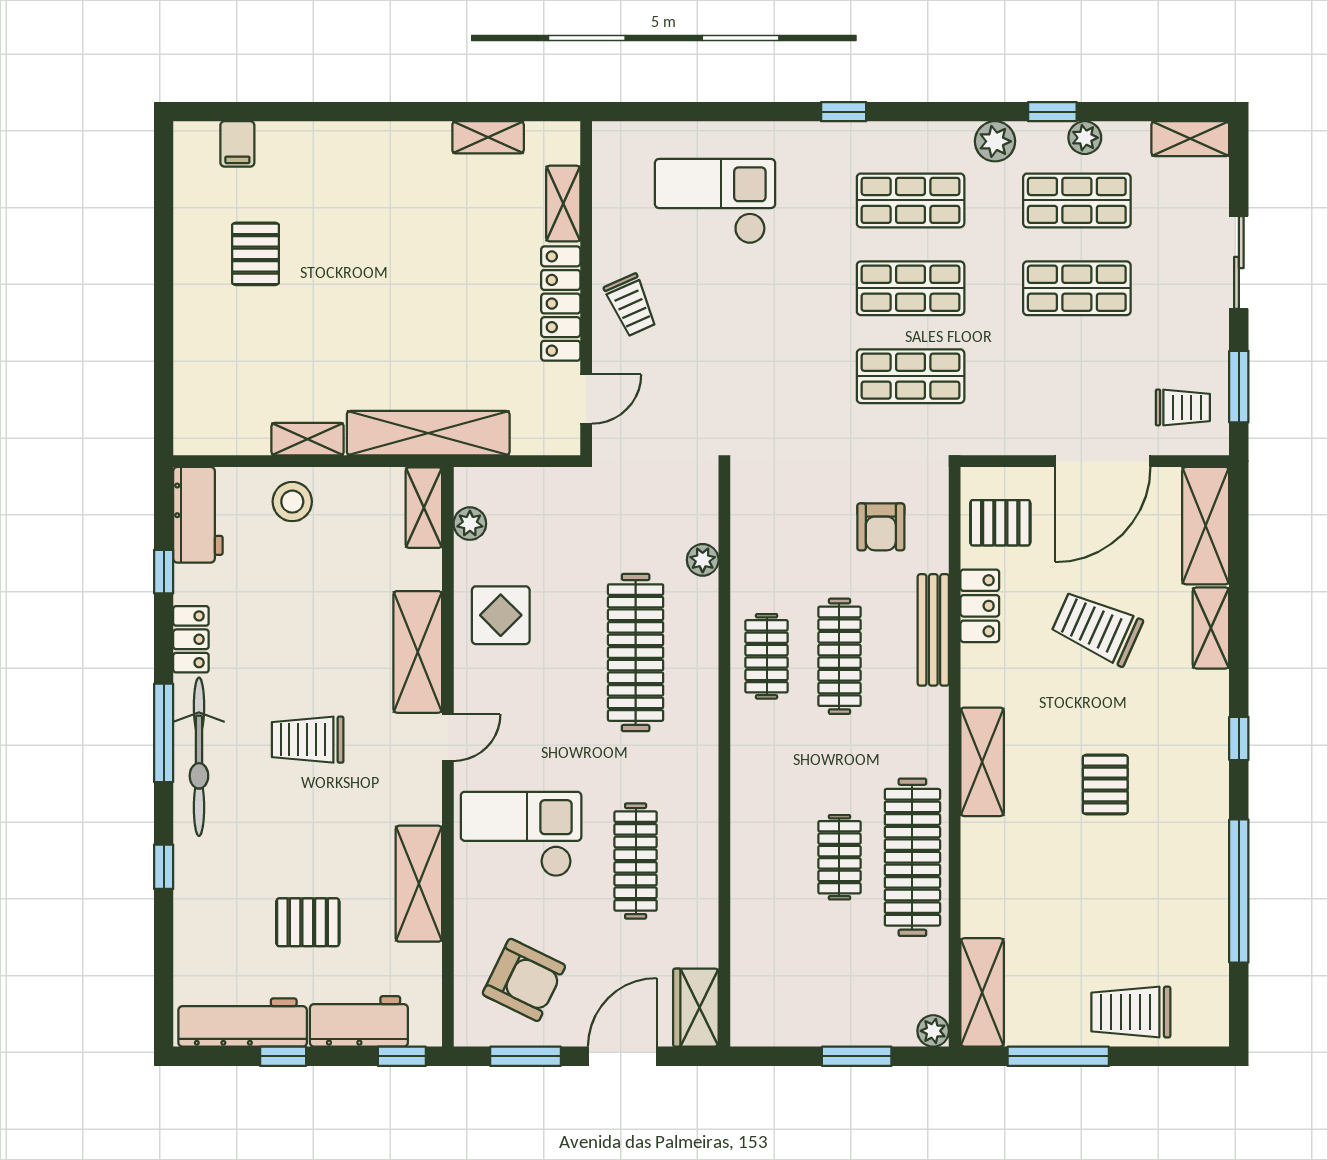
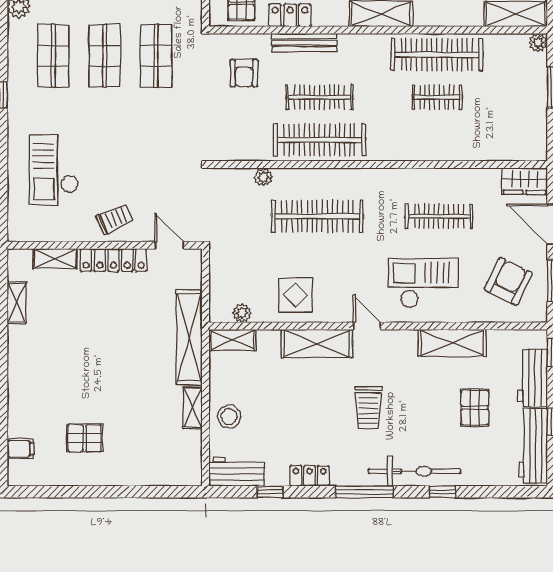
armchair: (881, 527) -> (244, 73), turned 90
clothes rail: (767, 656) -> (319, 140), width x1.86, depth x1.31
bicycle: (199, 757) -> (414, 471), moved
checkout: (521, 834) -> (423, 283), turned 90

